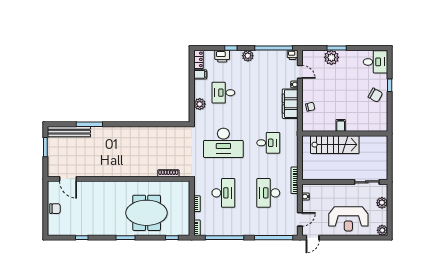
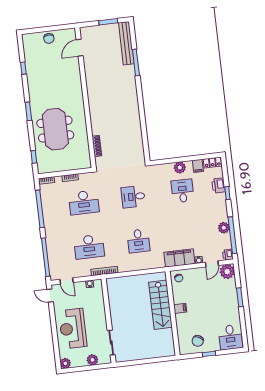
plant: (248, 56) -> (224, 228), moved
plant: (331, 57) -> (227, 272), moved
plant: (200, 104) -> (180, 168), moved
filing cabinet: (341, 125) -> (180, 308), moved
wall: (345, 134) -> (173, 313), moved
desk: (223, 143) -> (133, 197), width x0.53, depth x0.77
stairs: (335, 145) -> (160, 305), moved
desk: (268, 193) -> (89, 247), turned 180

